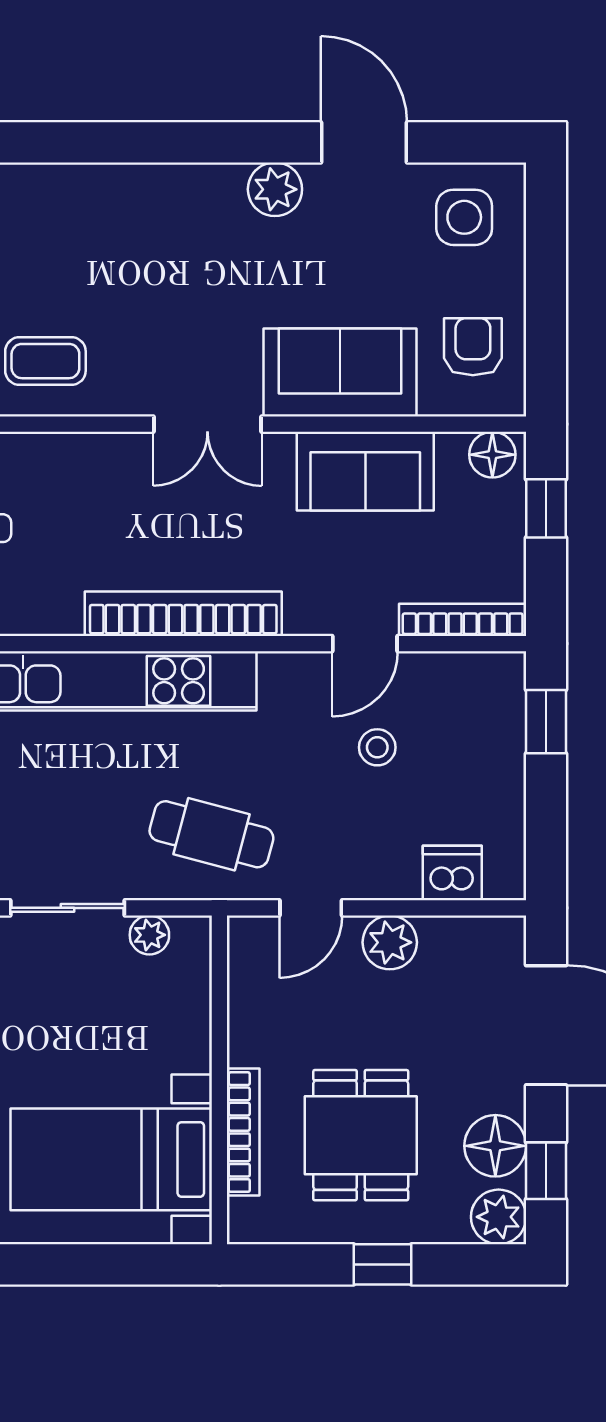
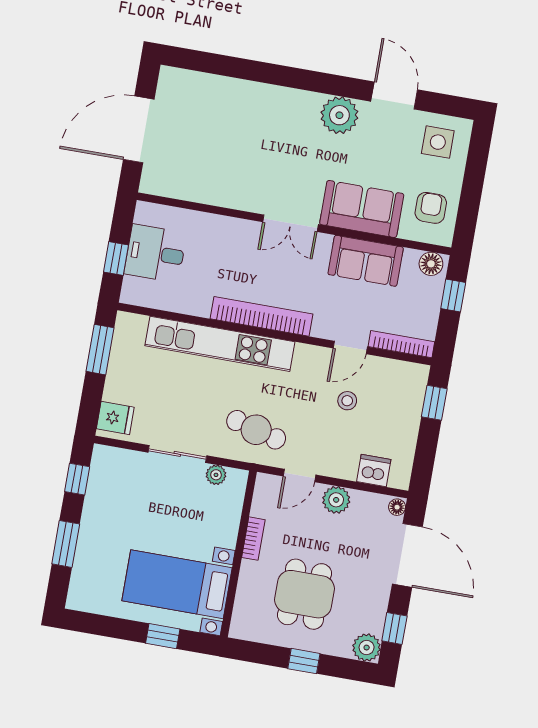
plant: (275, 189) -> (339, 115), width x1.36, depth x1.36
coffee table: (45, 361) -> (215, 177), removed
bookcase: (243, 1132) -> (253, 539), moved, width x0.64
floor lamp: (495, 1146) -> (397, 507), moved, width x0.53, depth x0.53
window: (102, 1264) -> (163, 636), added

